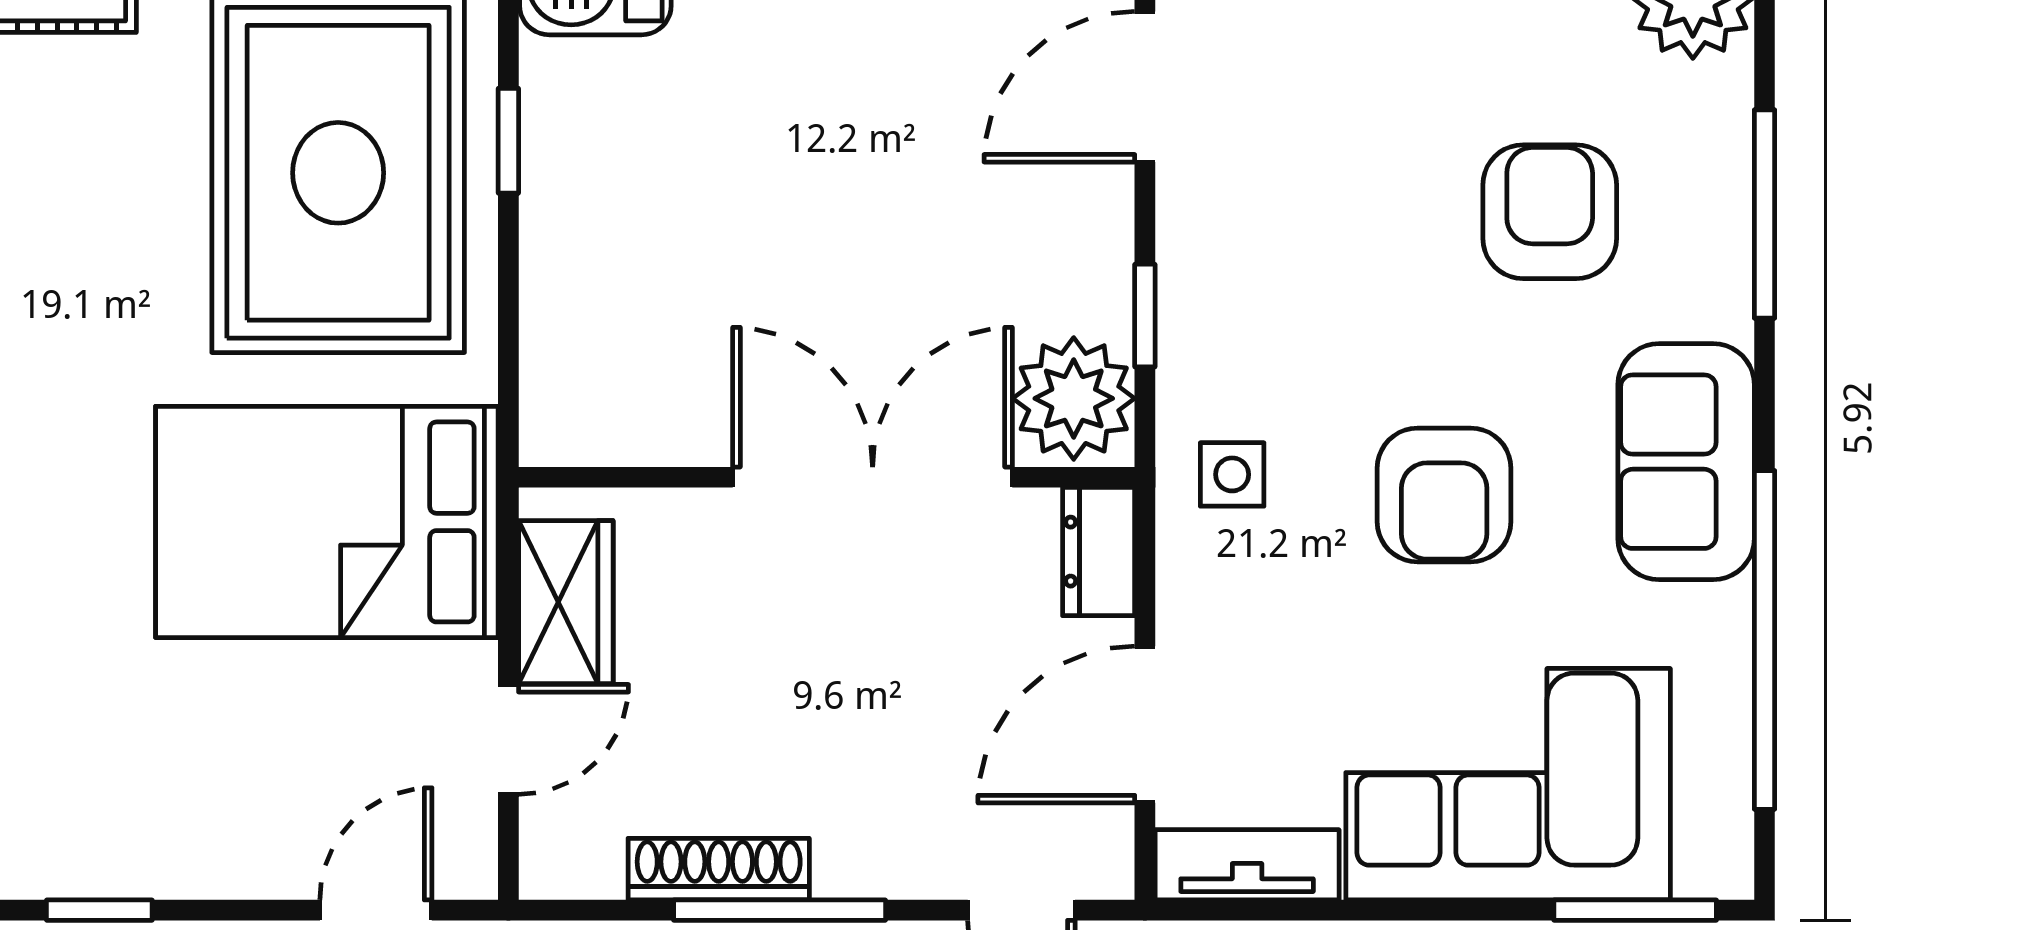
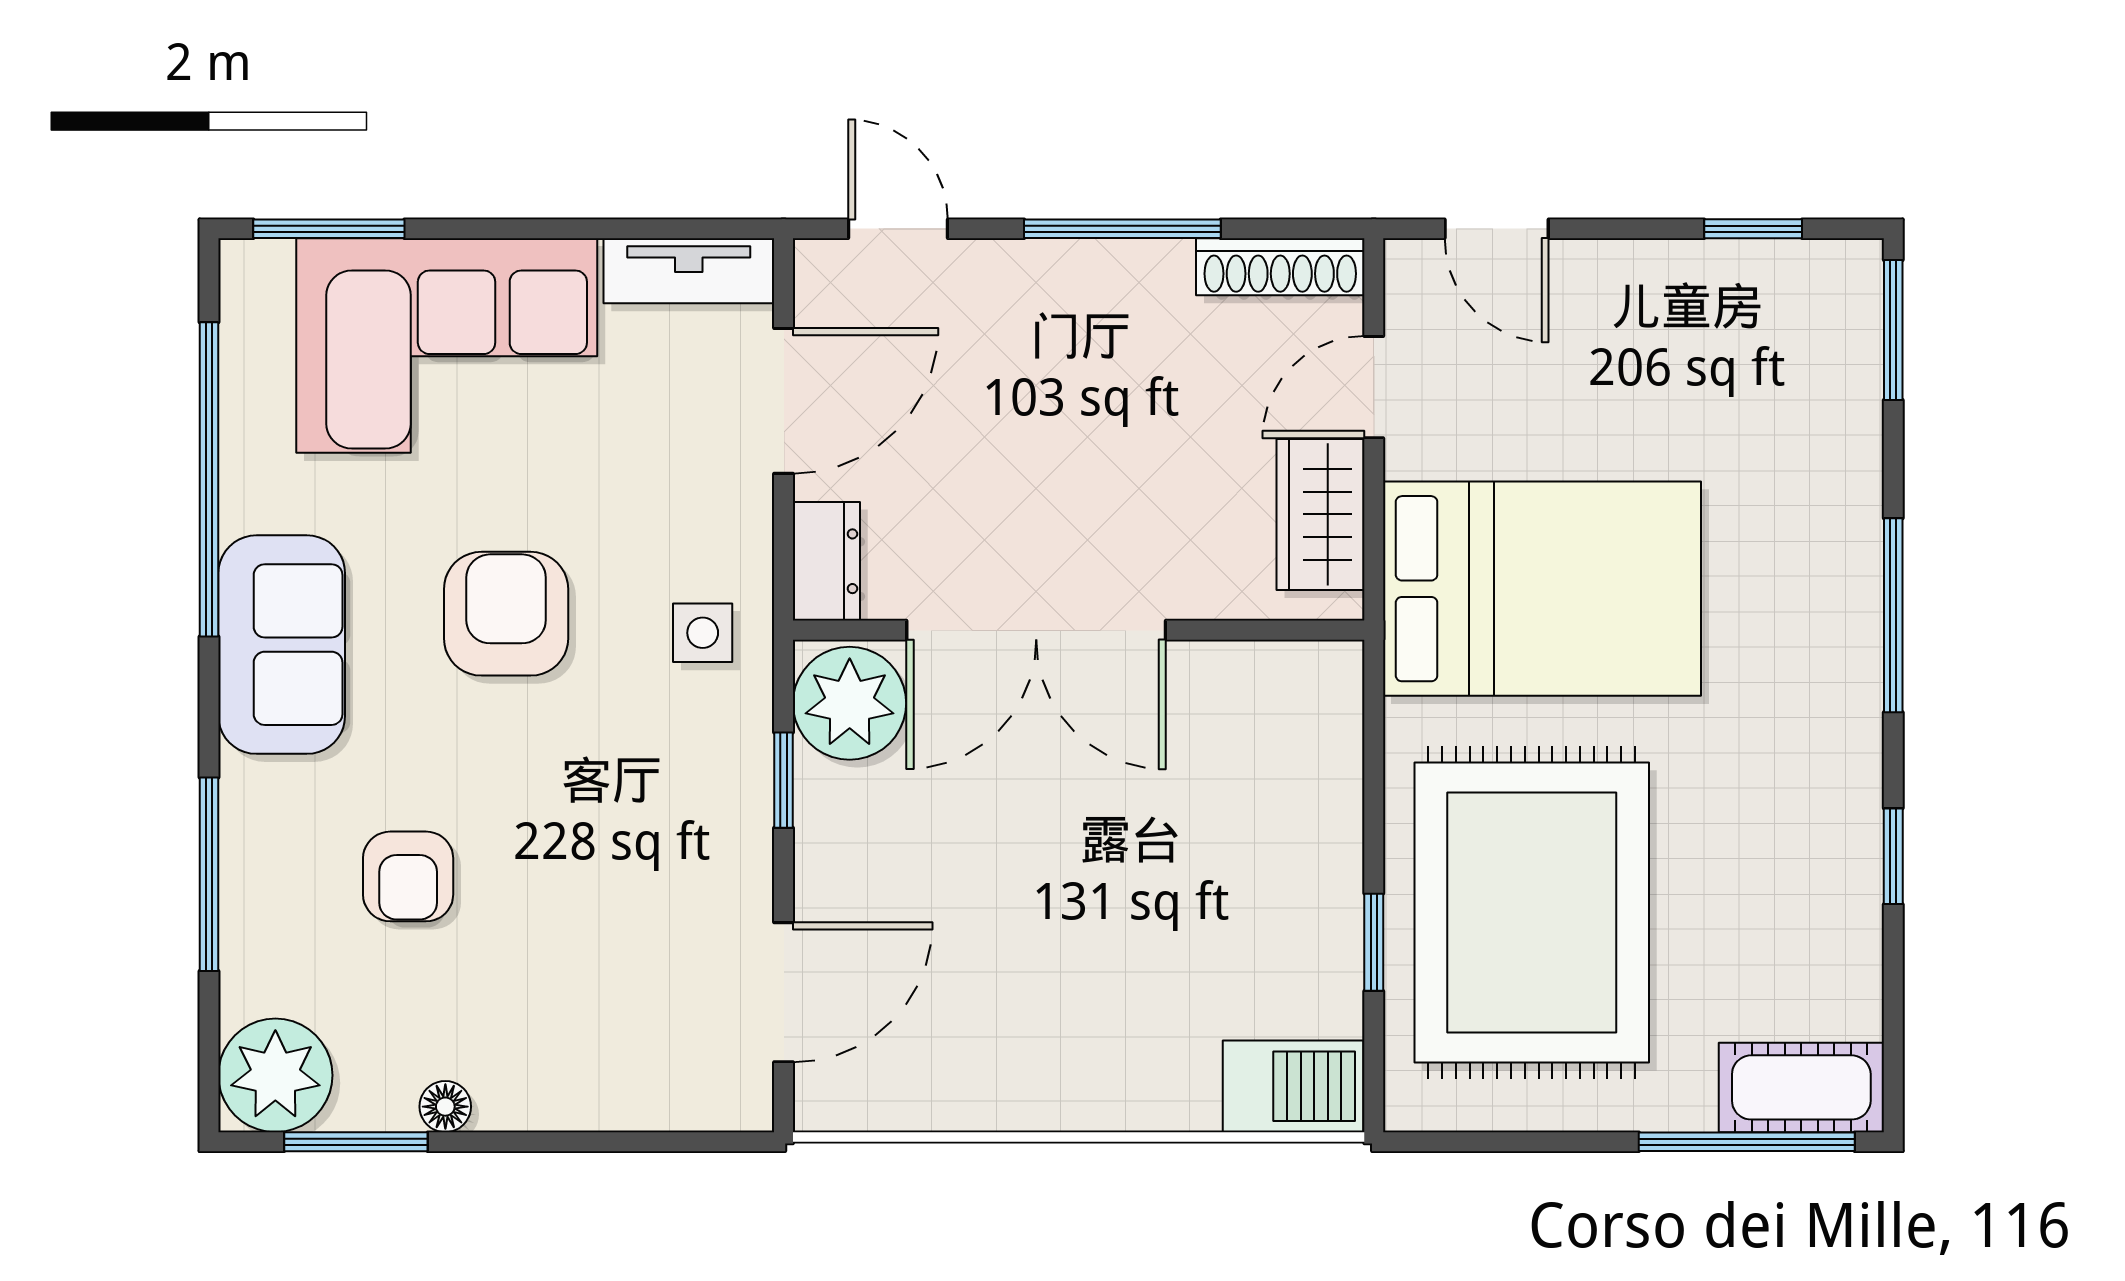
armchair: (1550, 212) -> (408, 876), width x0.72, depth x0.72
shoe rack: (719, 869) -> (1280, 267), moved
door: (376, 910) -> (1497, 229), hinge flipped

